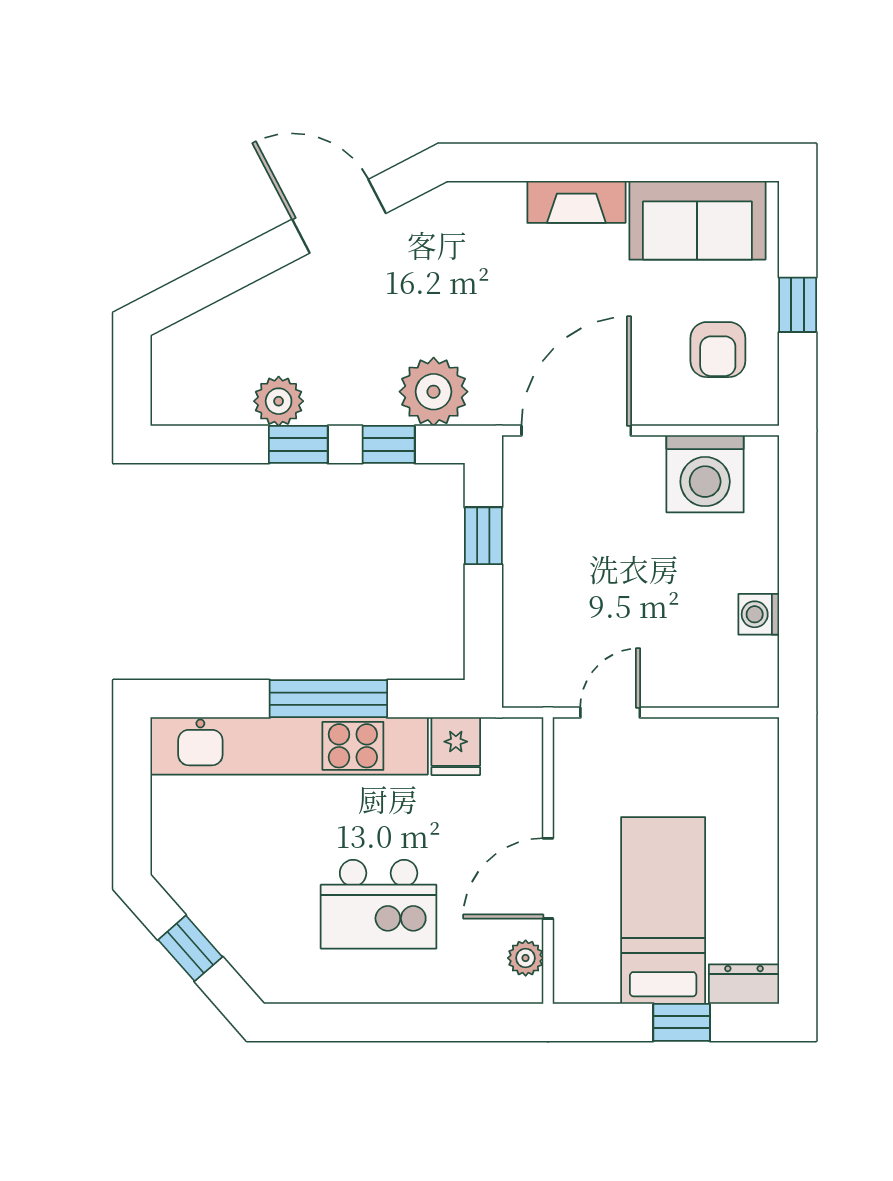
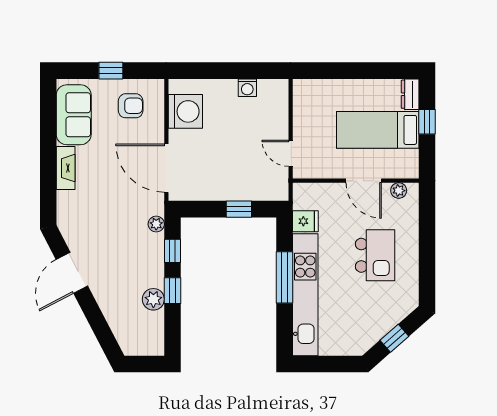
plant: (434, 392) -> (156, 224), width x0.53, depth x0.53
window: (483, 536) -> (239, 209), moved

